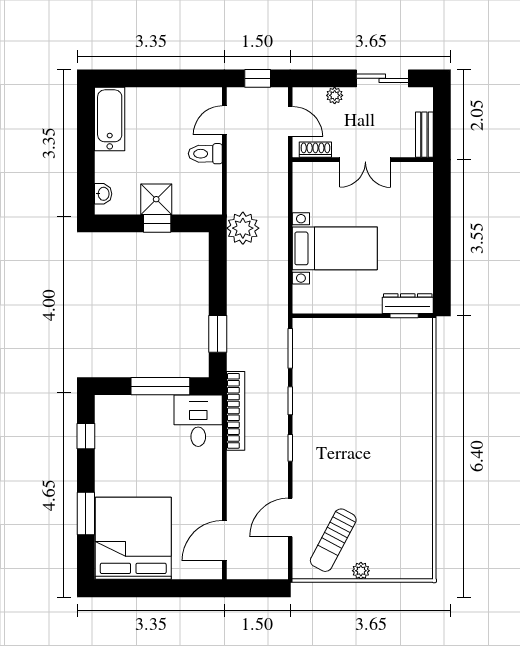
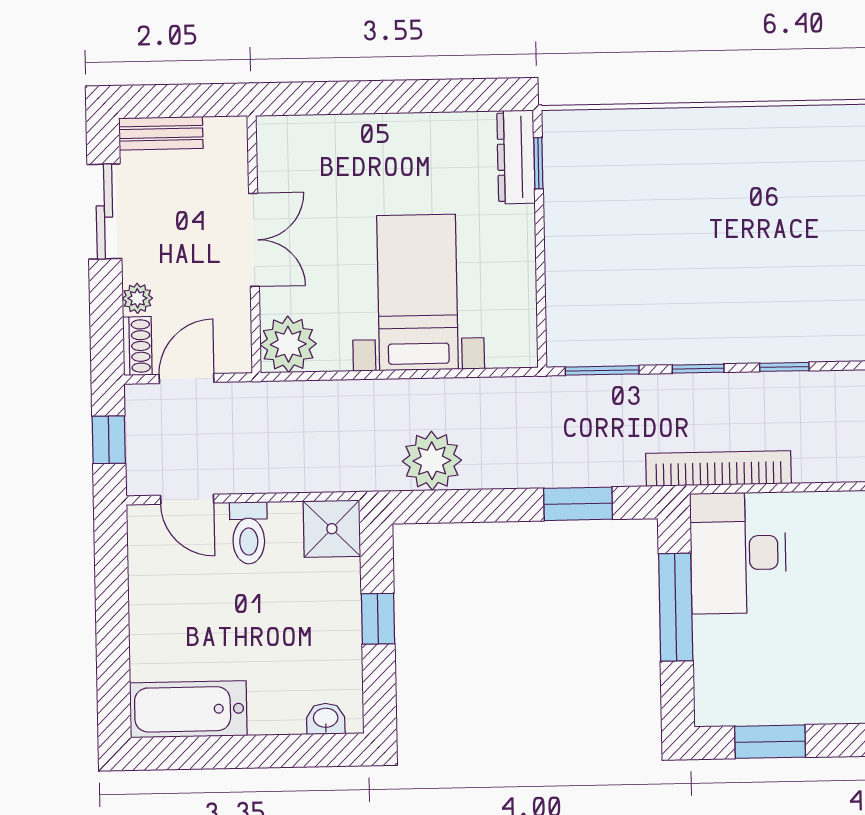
bench: (424, 135) -> (161, 133), moved
shoe rack: (315, 150) -> (137, 346), moved, turned 180
plant: (308, 177) -> (288, 344), added
shower: (156, 199) -> (332, 529), moved
plant: (243, 228) -> (432, 461), moved
desk: (198, 421) -> (738, 553), width x1.37
window: (86, 436) -> (770, 742), width x1.50

